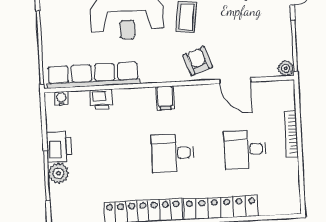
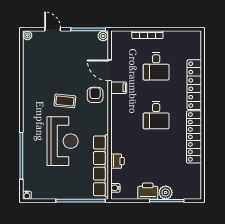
armchair: (198, 61) -> (95, 95), turned 110
door: (235, 81) -> (110, 70), swing flipped
filing cabinet: (165, 98) -> (119, 88), moved

